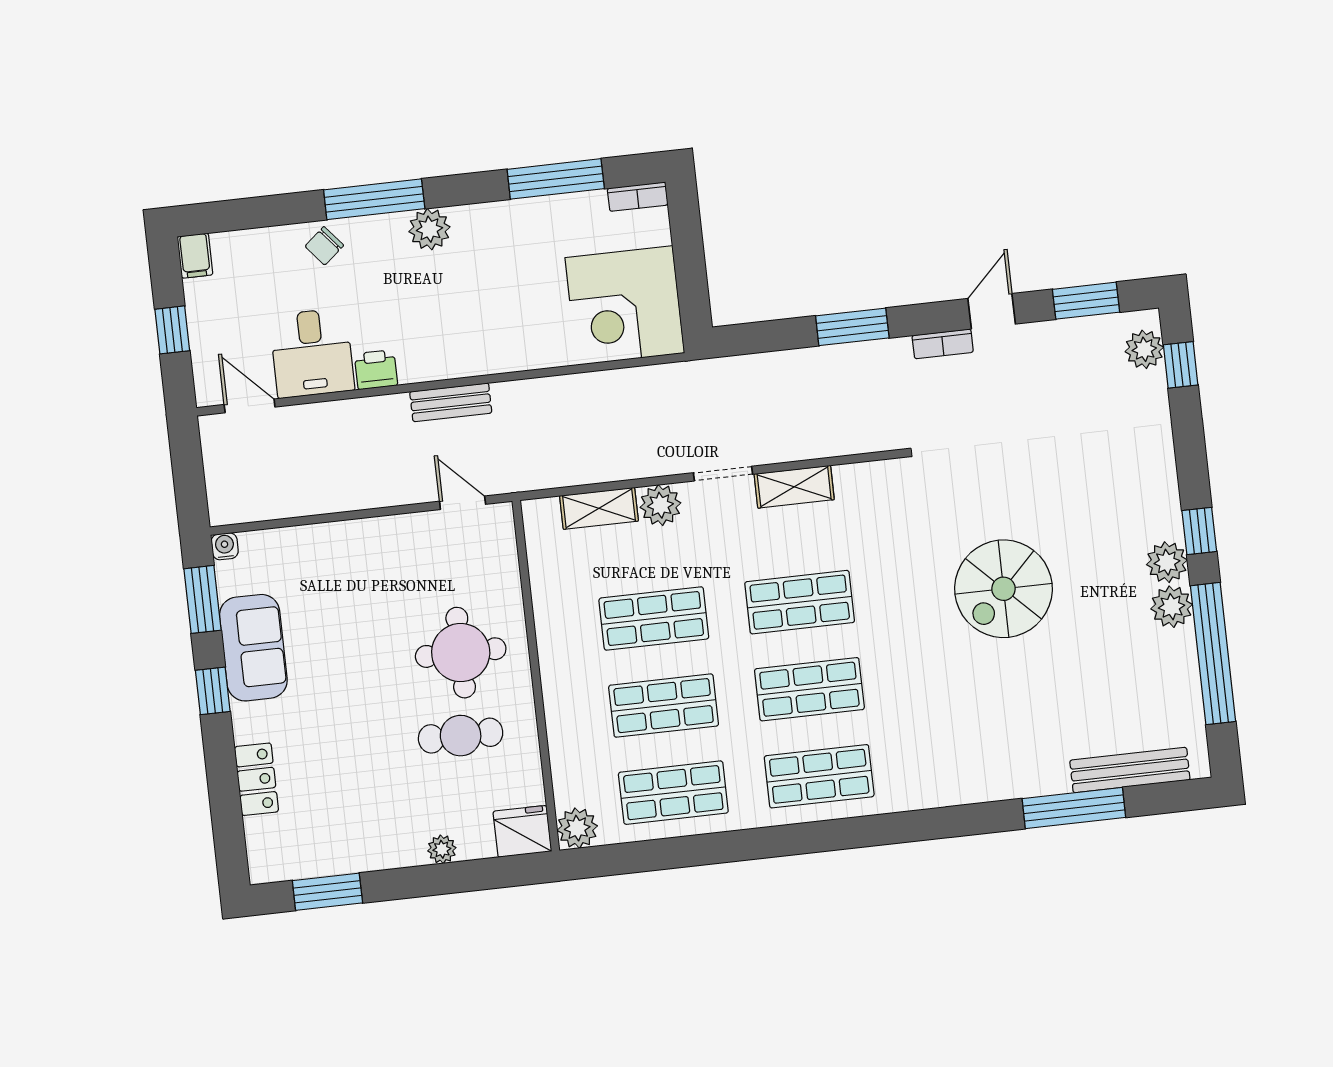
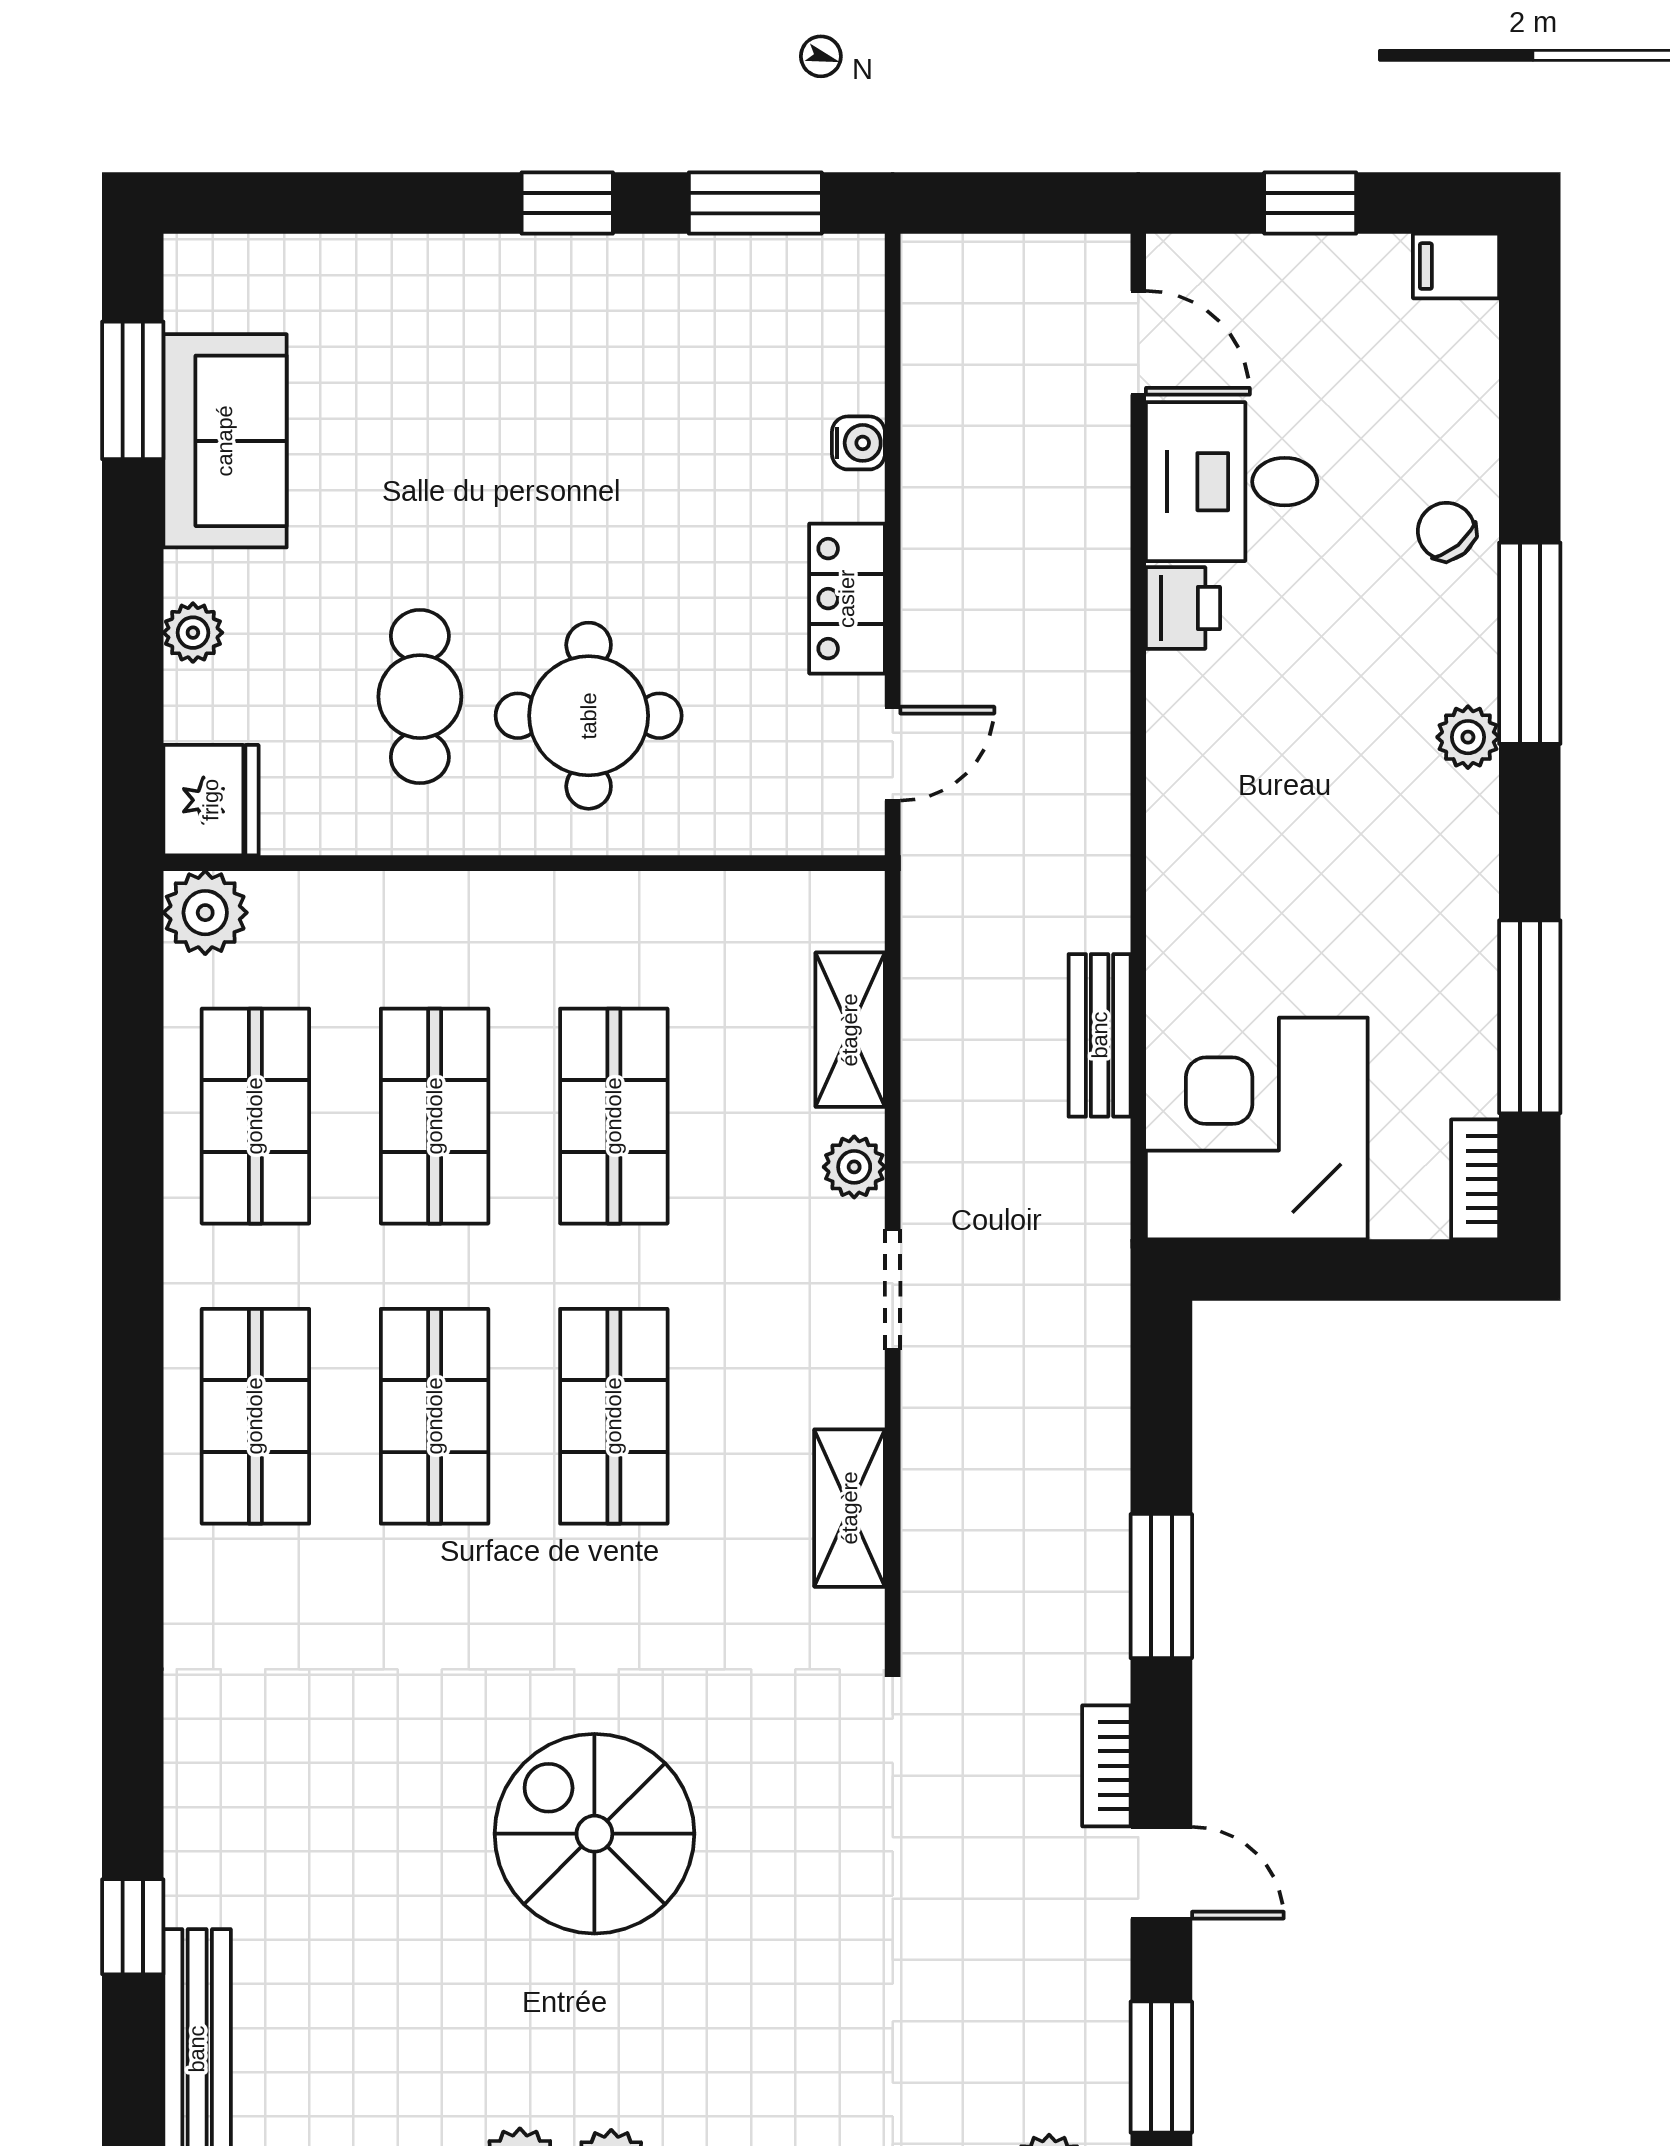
plant: (429, 229) -> (1468, 737), width x0.73, depth x0.73
bench: (451, 402) -> (1100, 1035), moved
door: (250, 406) -> (1138, 343), hinge flipped
shelving: (794, 487) -> (850, 1508), moved
plant: (660, 505) -> (854, 1167), width x0.73, depth x0.73
water cooler: (225, 546) -> (858, 443), moved
sofa: (253, 648) -> (225, 441), moved, turned -90
locker: (256, 779) -> (847, 599), moved, turned 90
window: (1074, 808) -> (133, 1927), width x0.46

